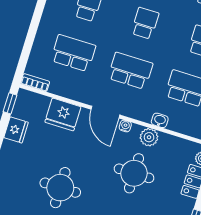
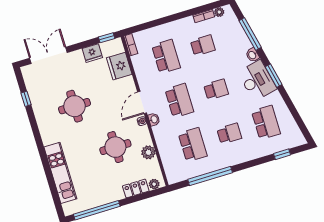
fridge: (63, 114) -> (119, 66), moved
washbasin: (160, 120) -> (154, 119), moved
plant: (149, 137) -> (148, 152), moved

